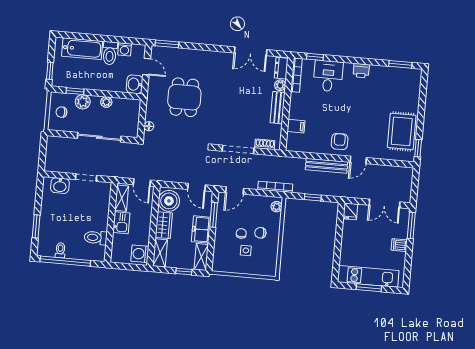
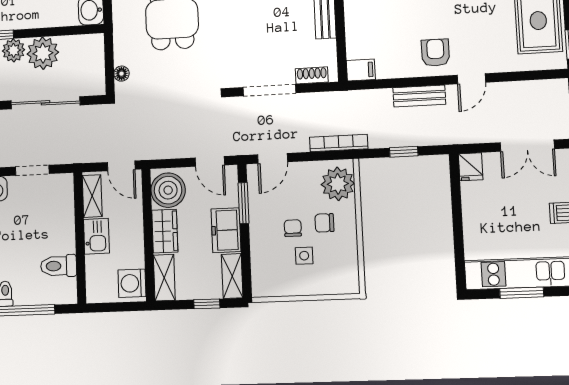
plant: (106, 102) -> (43, 53), width x1.87, depth x1.87
filing cabinet: (296, 126) -> (361, 70), moved
bench: (326, 166) -> (419, 96), width x0.73
plant: (277, 207) -> (338, 184), width x1.88, depth x1.88

